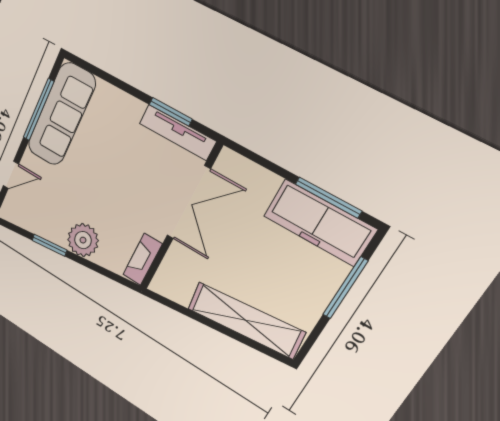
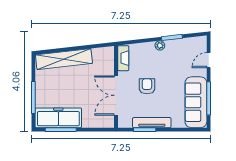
tv unit: (177, 132) -> (152, 123), moved
armchair: (127, 188) -> (147, 86), added
plant: (83, 240) -> (160, 45), width x0.53, depth x0.53

